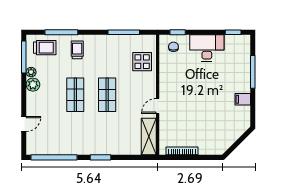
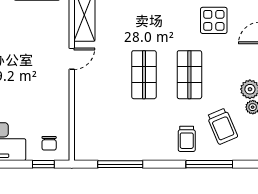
trolley: (45, 48) -> (222, 126), moved, turned -113
display table: (142, 62) -> (214, 20), moved

